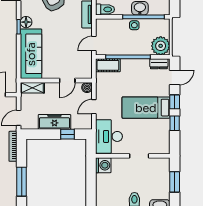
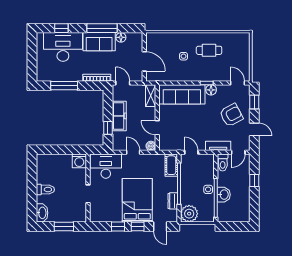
dresser: (159, 64) -> (173, 201), moved
bed: (146, 108) -> (137, 200), width x1.50

